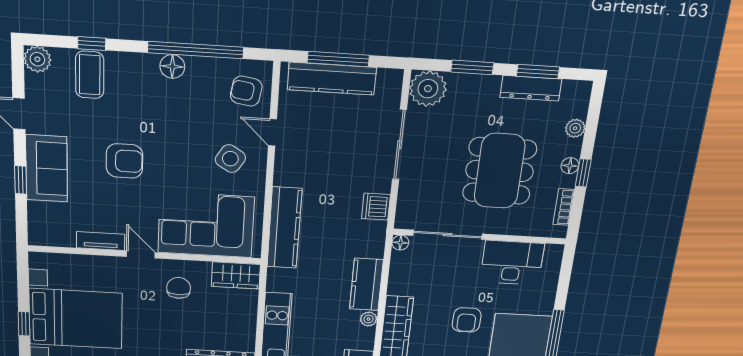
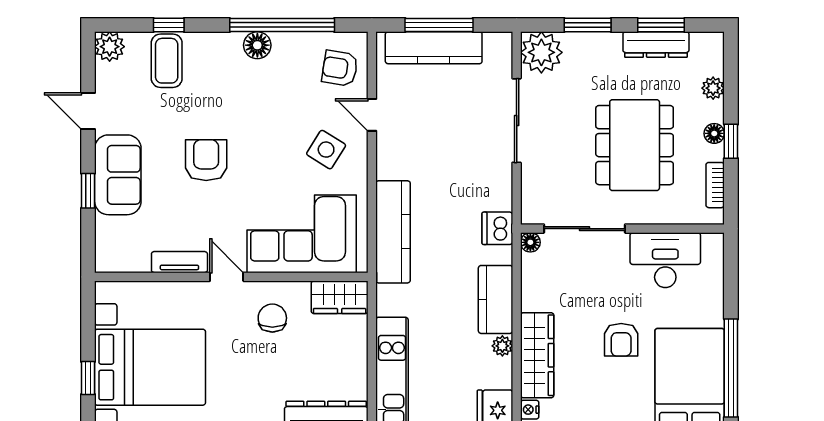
armchair: (124, 161) -> (206, 160), turned -90
dishwasher: (376, 207) -> (497, 228), moved

